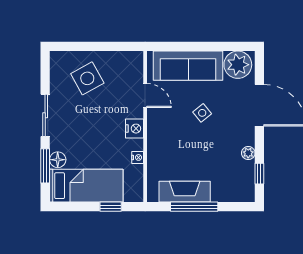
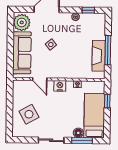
door: (145, 96) -> (40, 79), swing flipped

